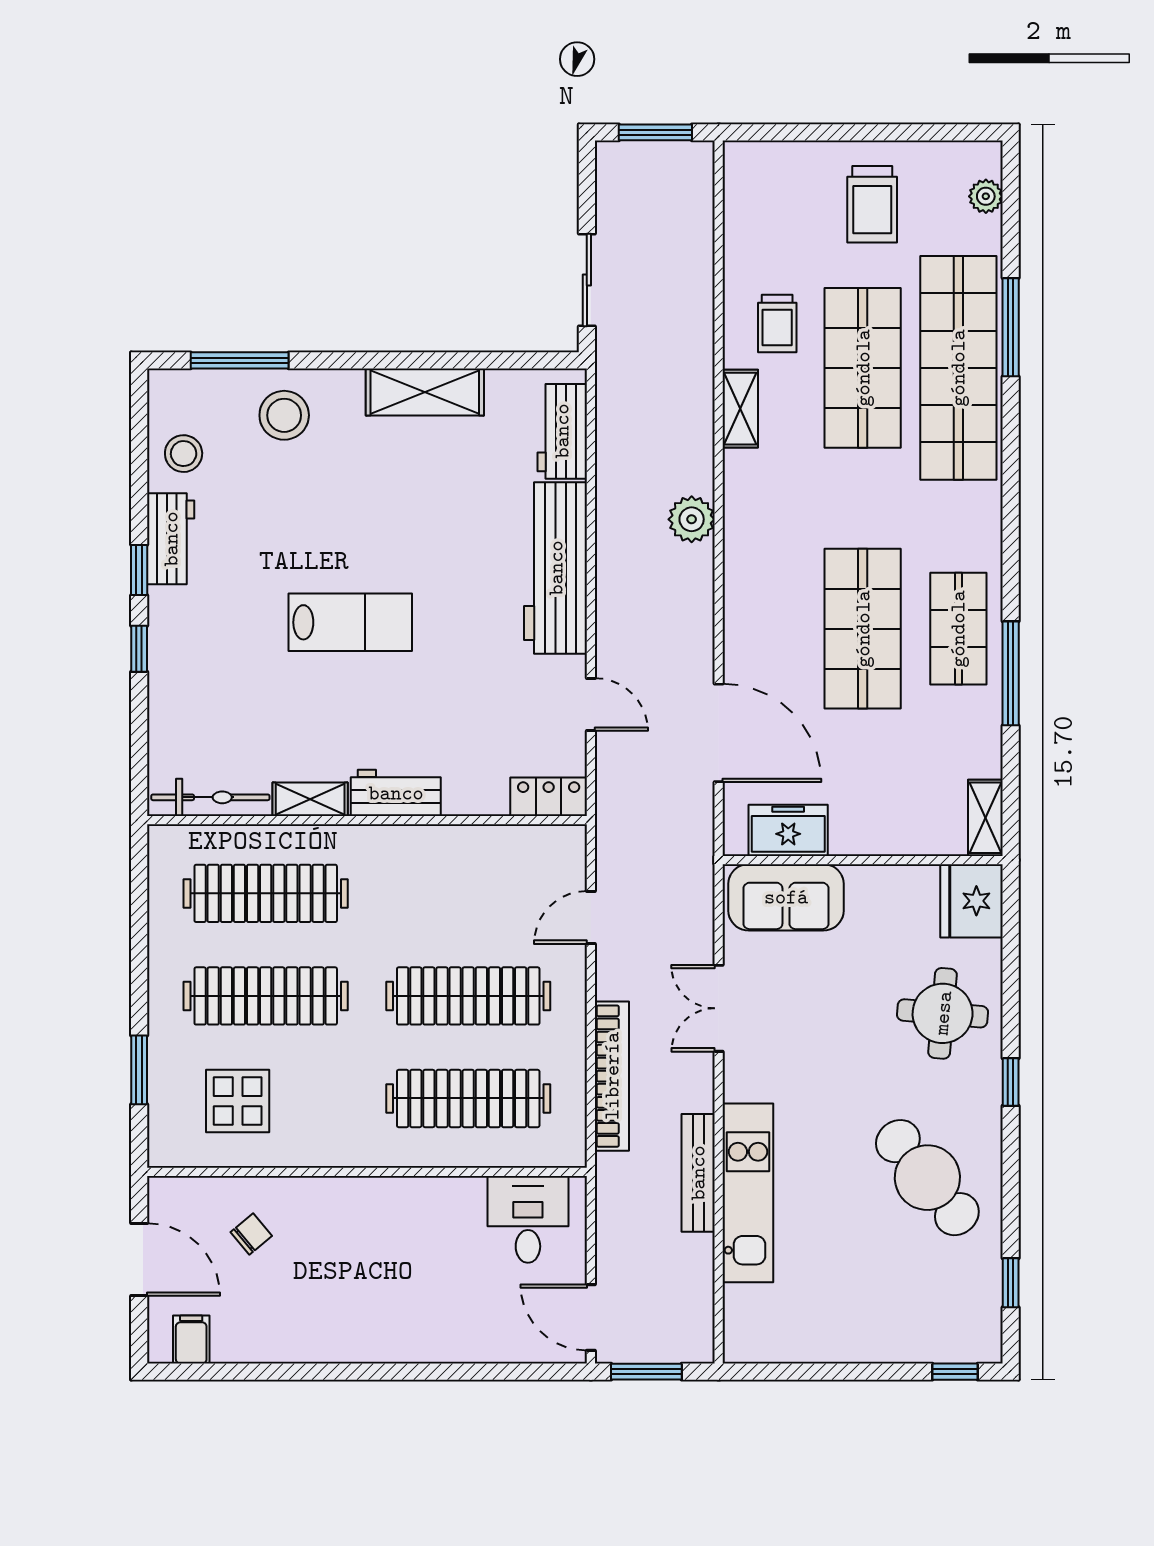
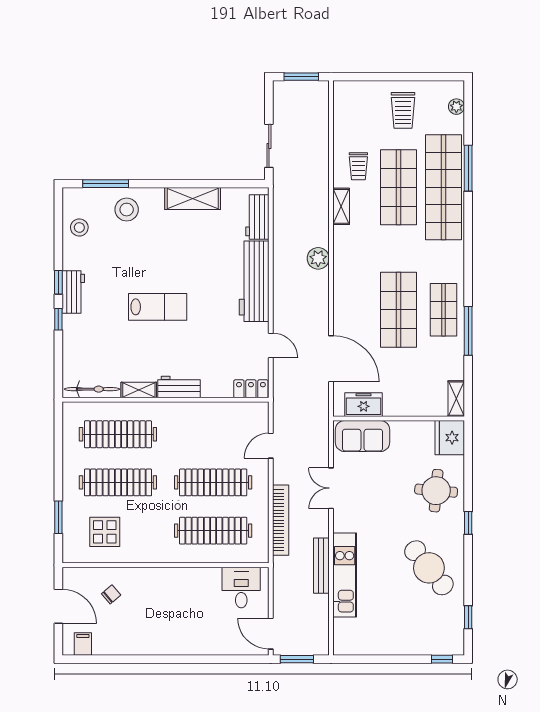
workbench: (171, 539) -> (73, 292), moved

